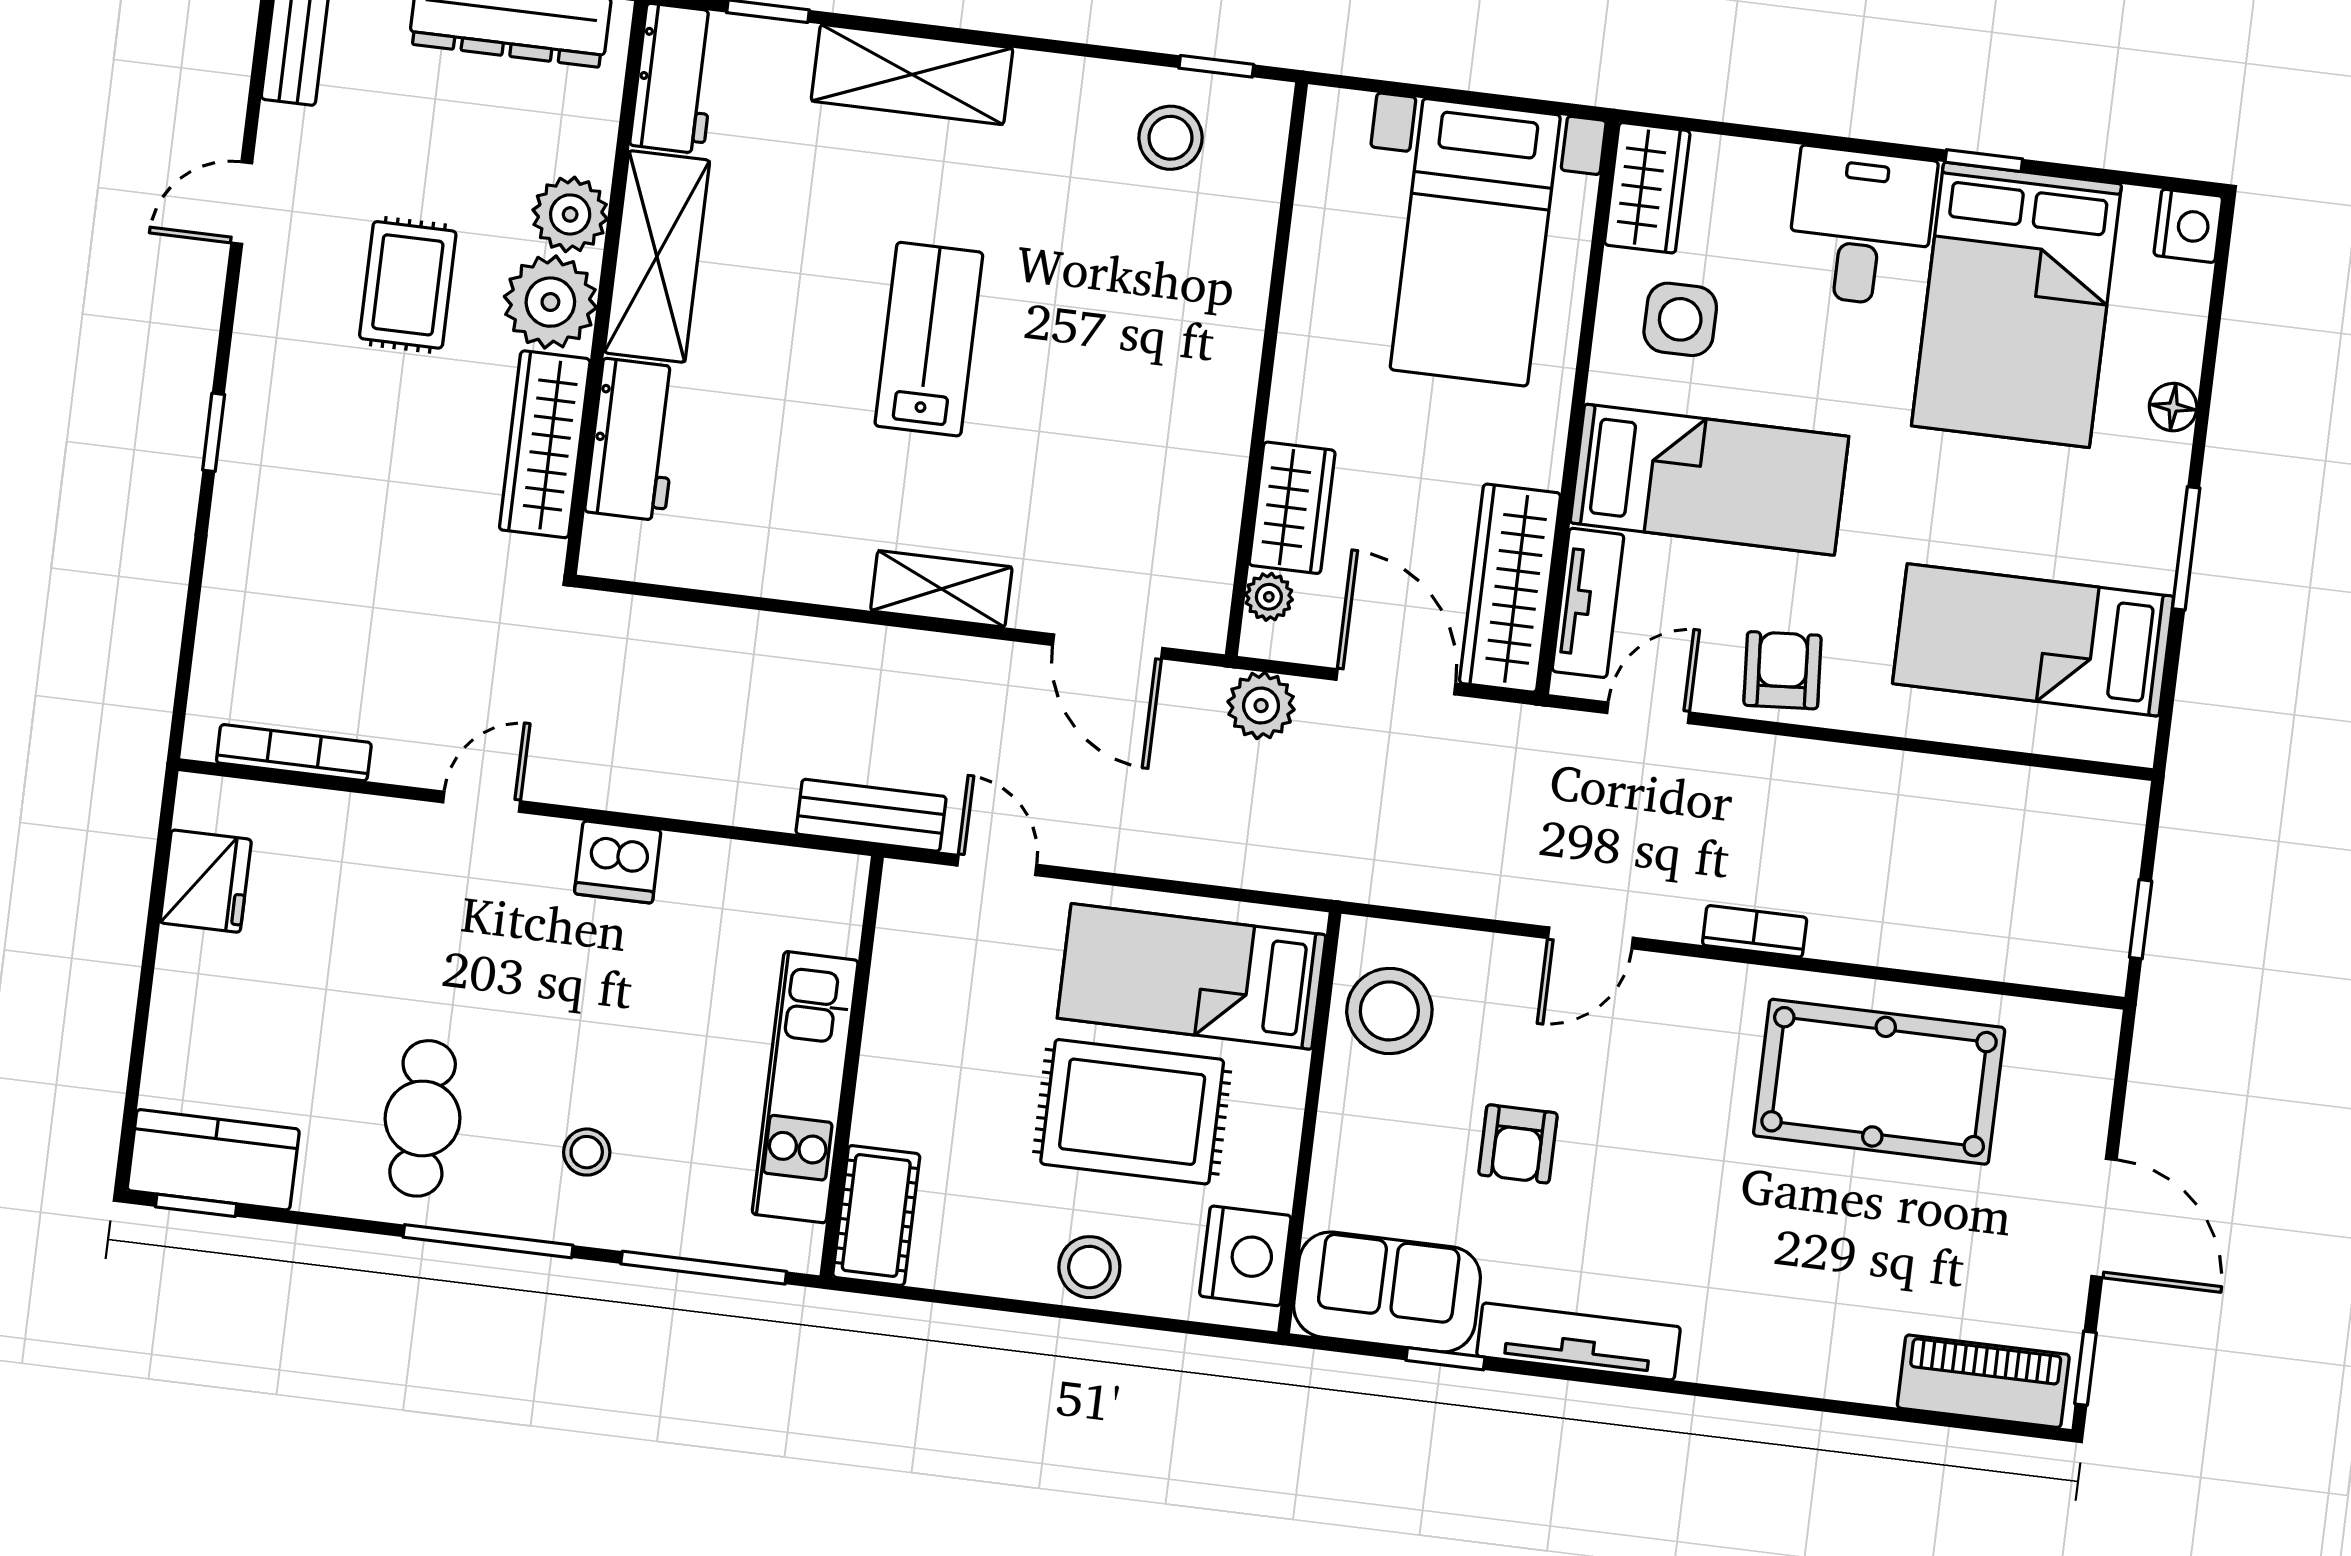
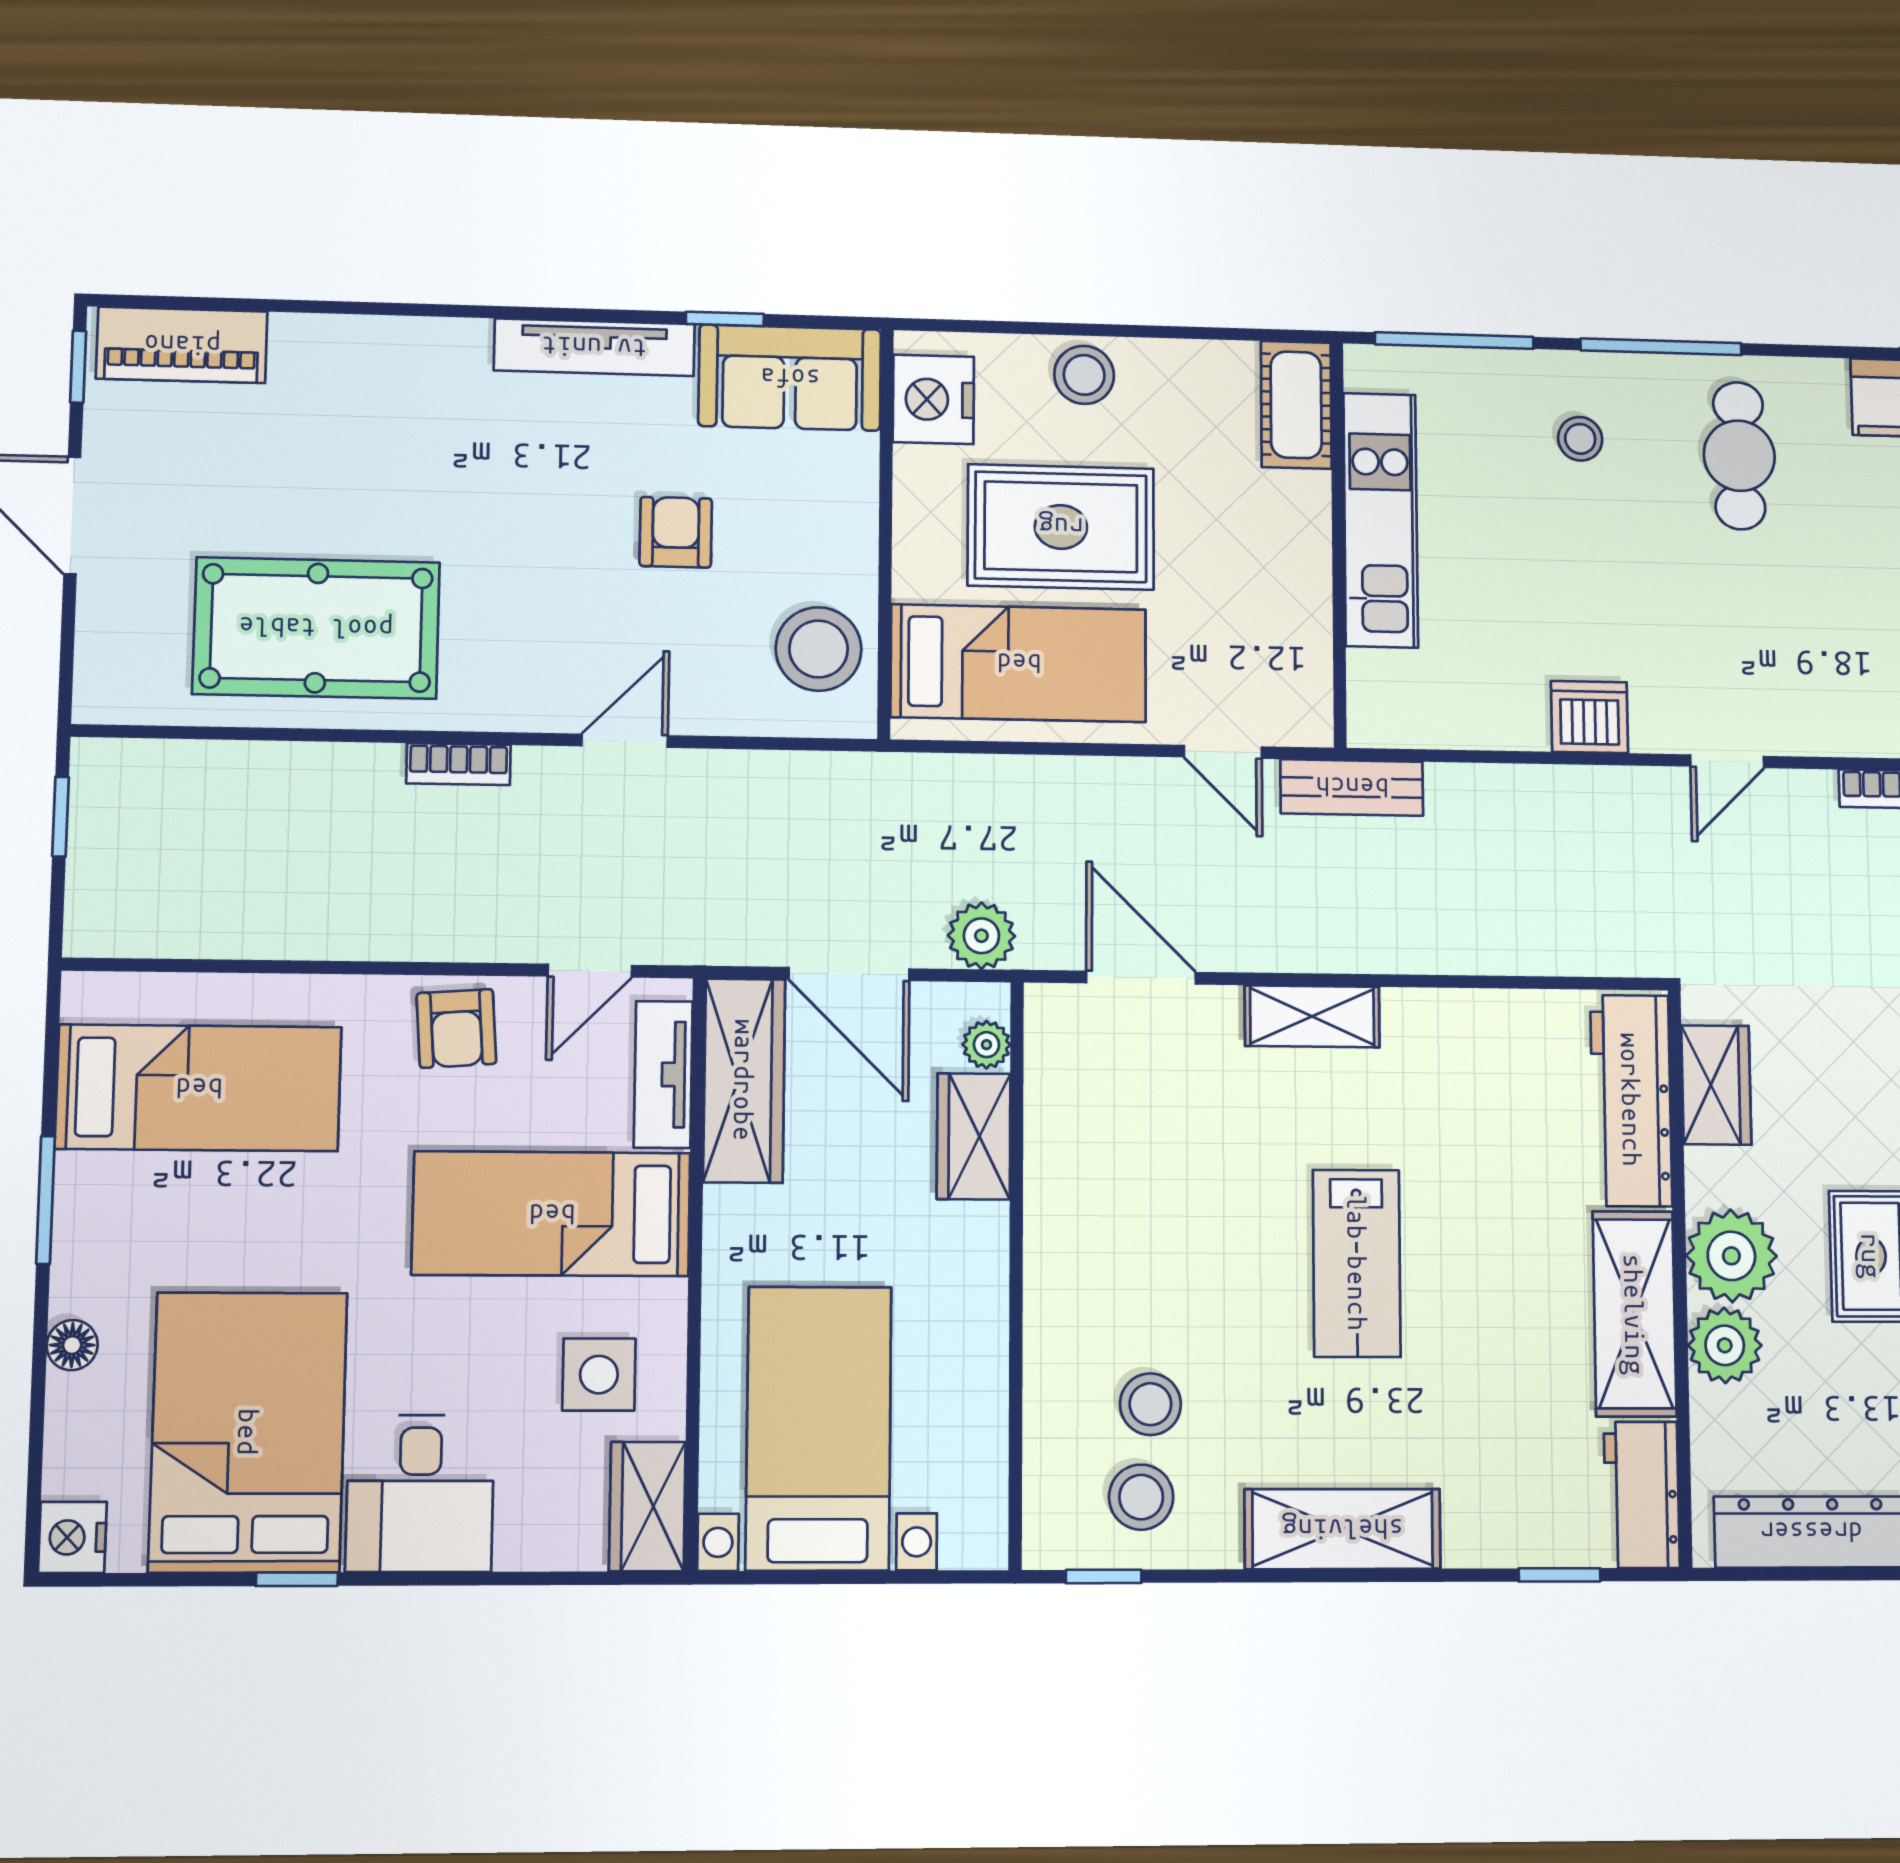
shelving: (912, 74) -> (1343, 1529), moved
stool: (1150, 226) -> (1150, 1404), added
workbench: (634, 440) -> (1631, 1100), width x1.38
wardrobe: (545, 444) -> (1716, 1085), width x0.67

